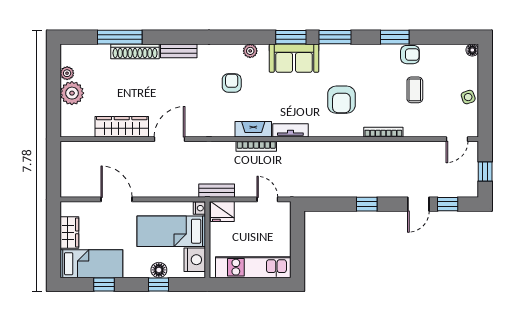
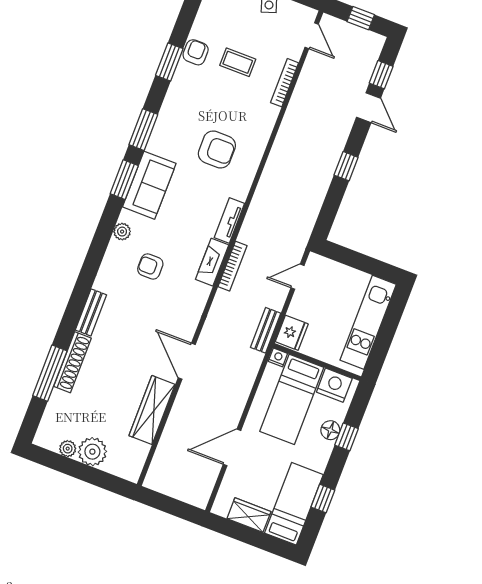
bookcase: (383, 132) -> (285, 83), moved

